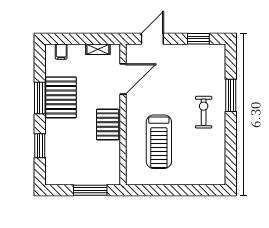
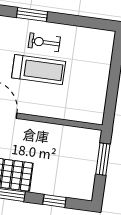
pallet: (108, 125) -> (43, 134), removed
treadmill: (159, 142) -> (39, 70), moved

